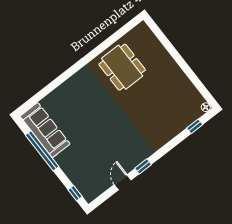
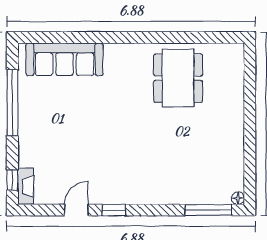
window: (195, 126) -> (208, 210), width x2.17
sofa: (45, 130) -> (64, 59), moved, turned 90
fireplace: (85, 191) -> (26, 186), added

